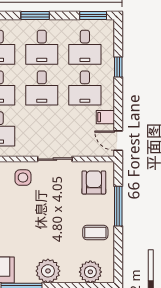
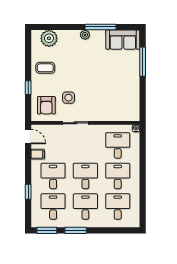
window: (35, 15) -> (76, 230), moved
side table: (23, 178) -> (68, 98), moved
window: (118, 206) -> (28, 88), width x0.46
plant: (48, 271) -> (85, 35), width x0.53, depth x0.53

